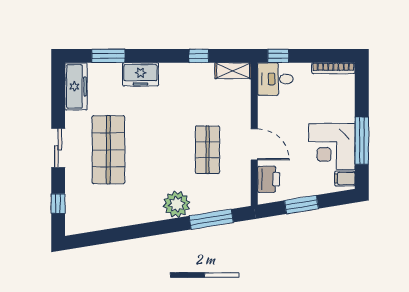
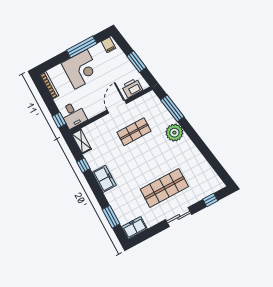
freezer: (141, 74) -> (104, 179), moved
freezer: (76, 86) -> (134, 228), width x0.71
corner desk: (332, 146) -> (81, 69), moved

